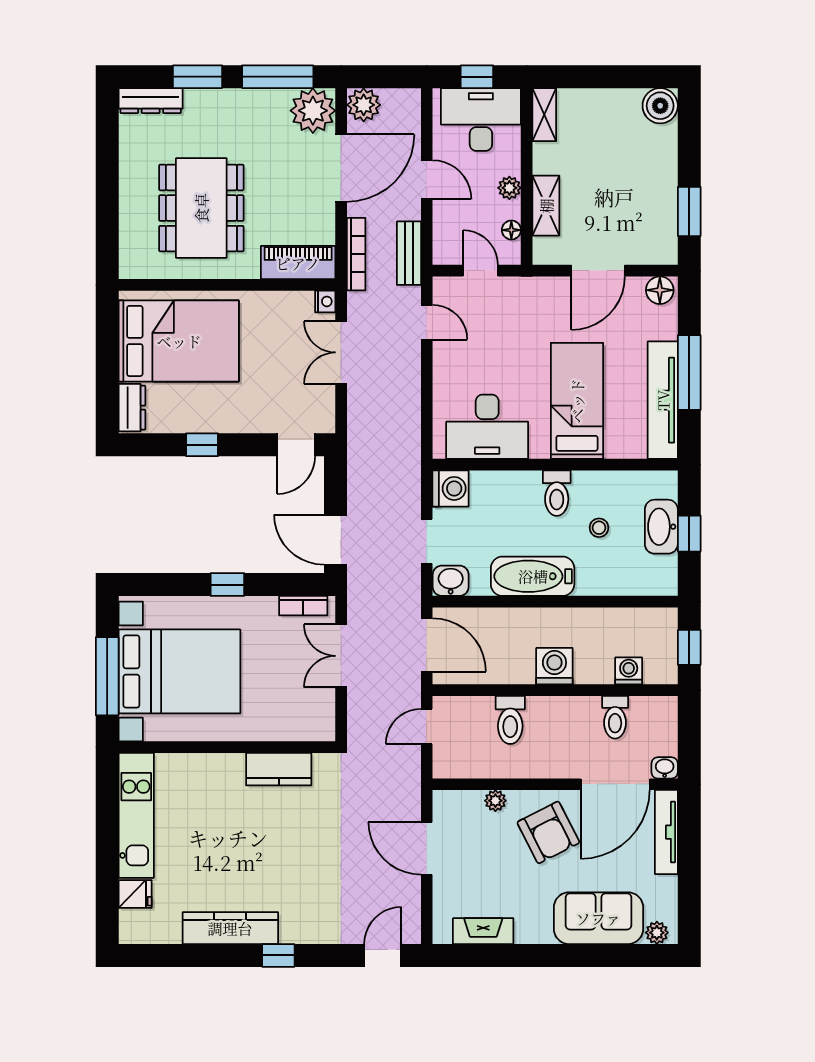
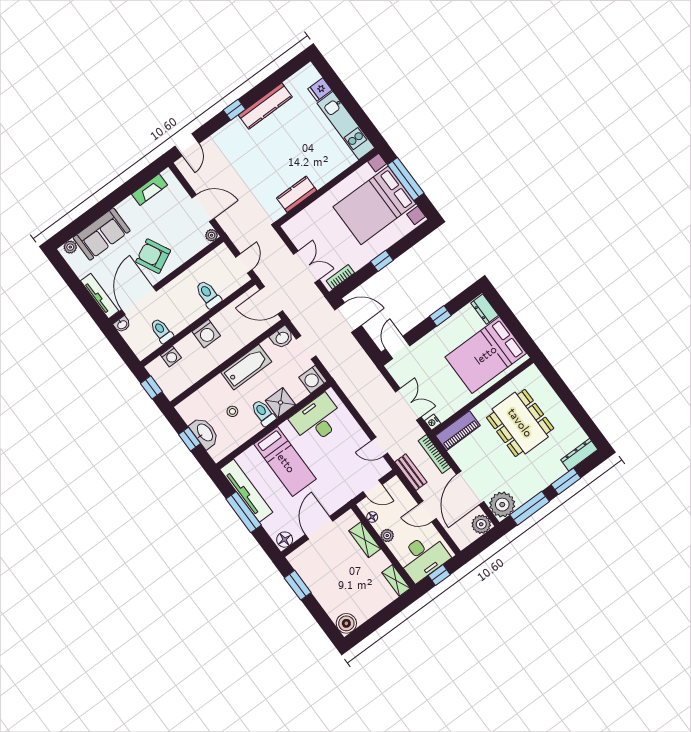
shower: (521, 490) -> (280, 403), added
plant: (495, 801) -> (212, 235), moved

